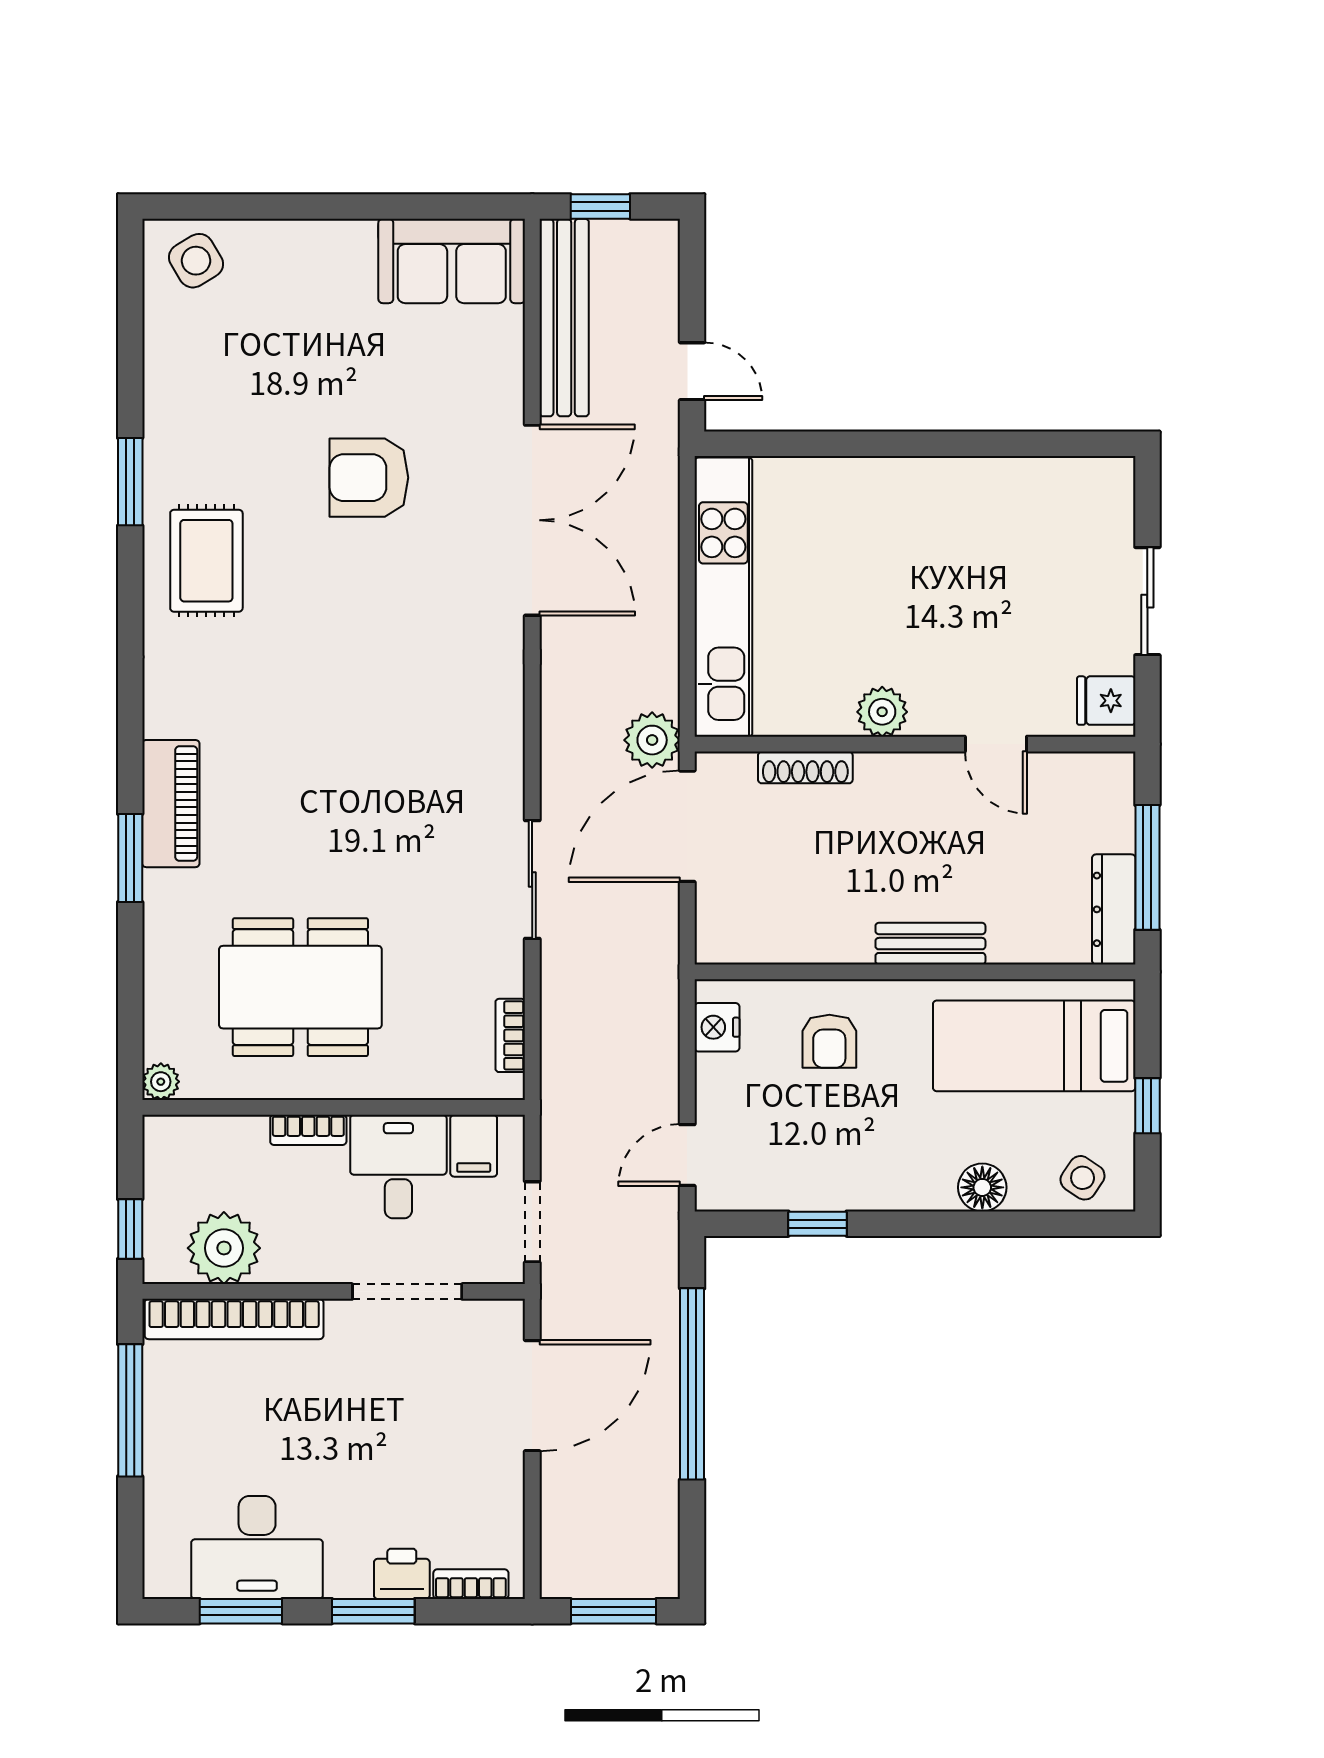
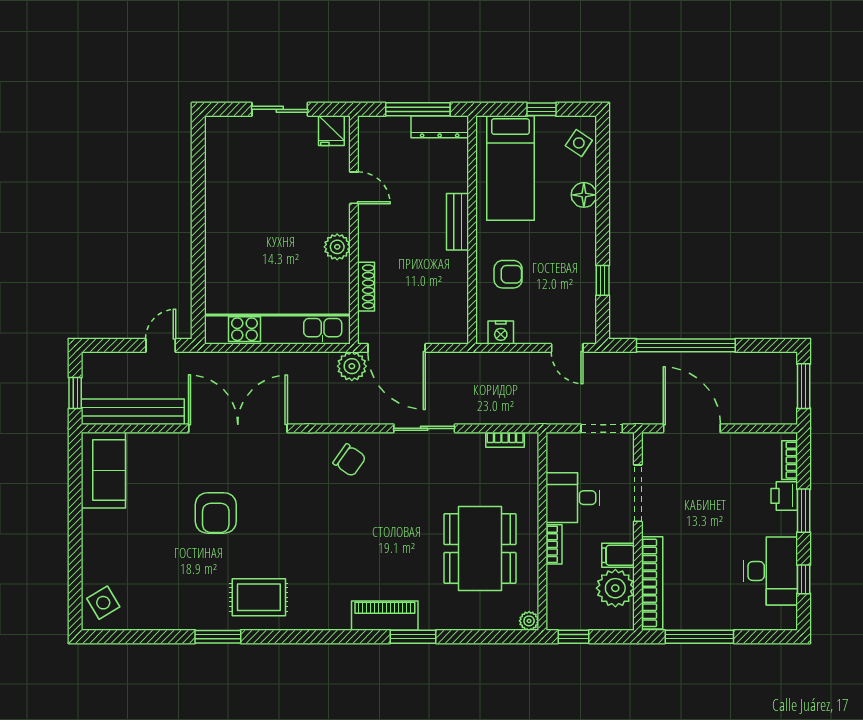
chair: (471, 735) -> (349, 460), added
door: (996, 744) -> (354, 188), hinge flipped
filing cabinet: (474, 1146) -> (618, 555), moved, turned 180
window: (130, 1229) -> (573, 637), moved
window: (241, 1611) -> (804, 579), width x0.67

